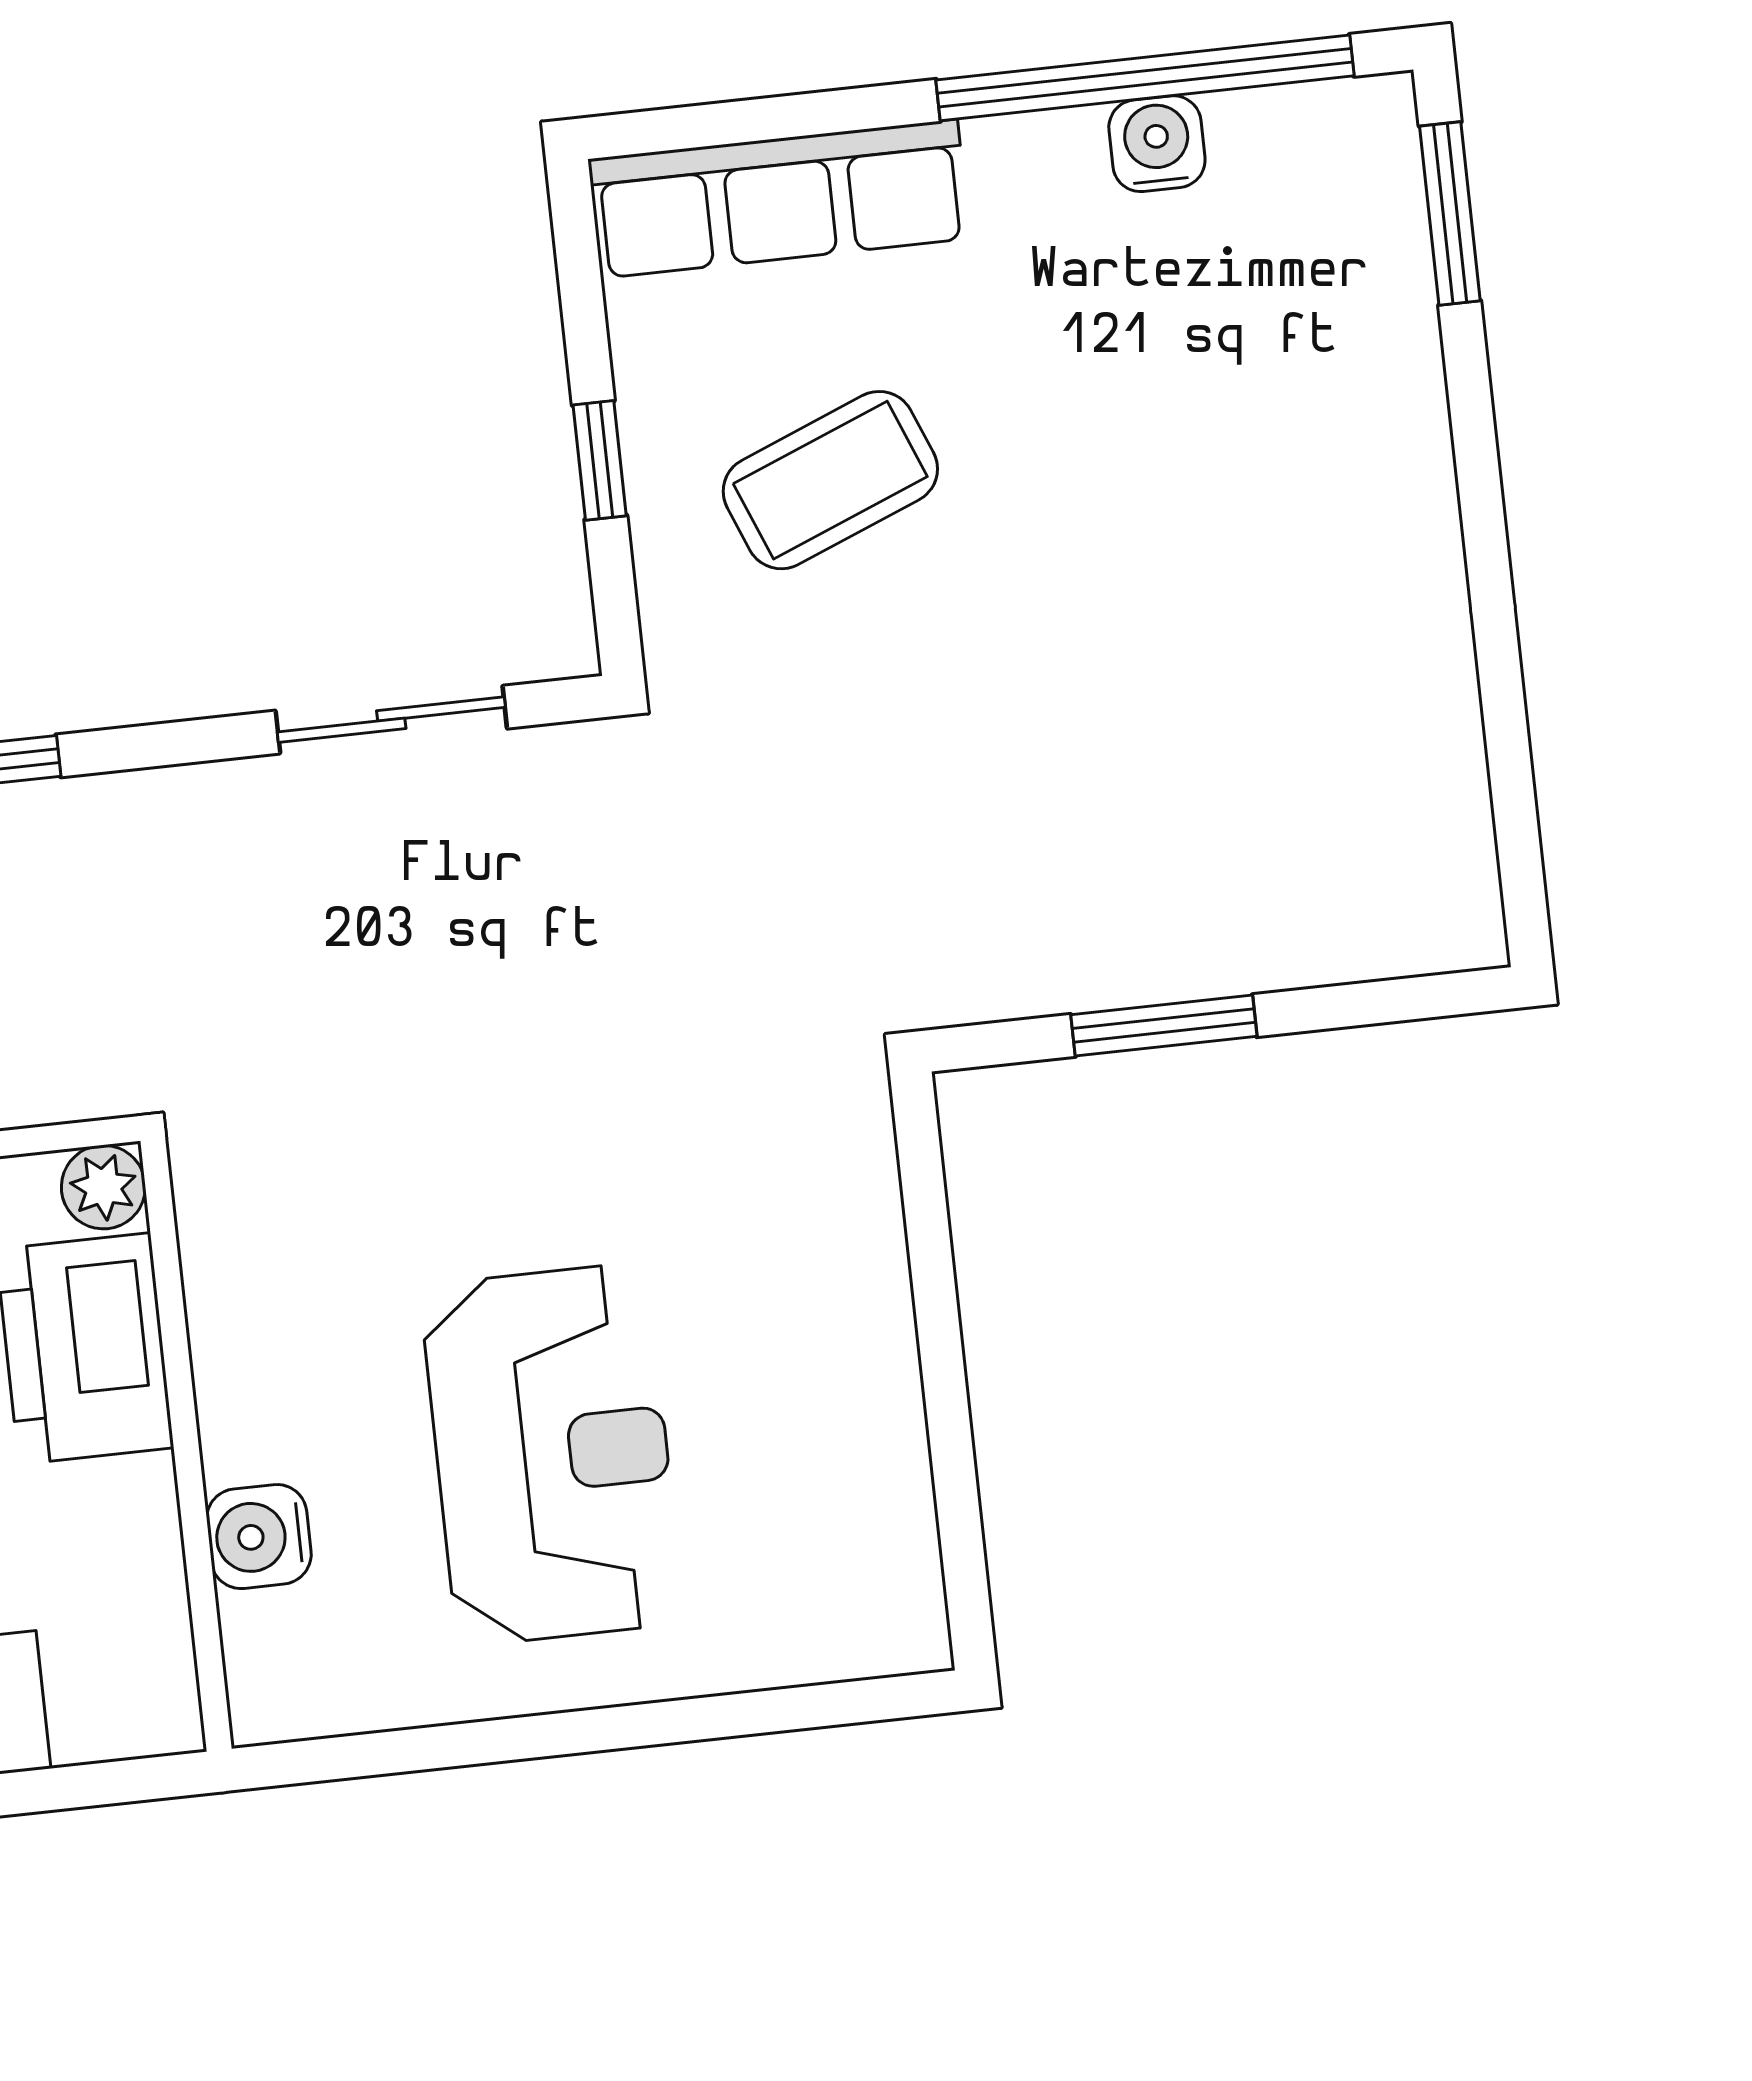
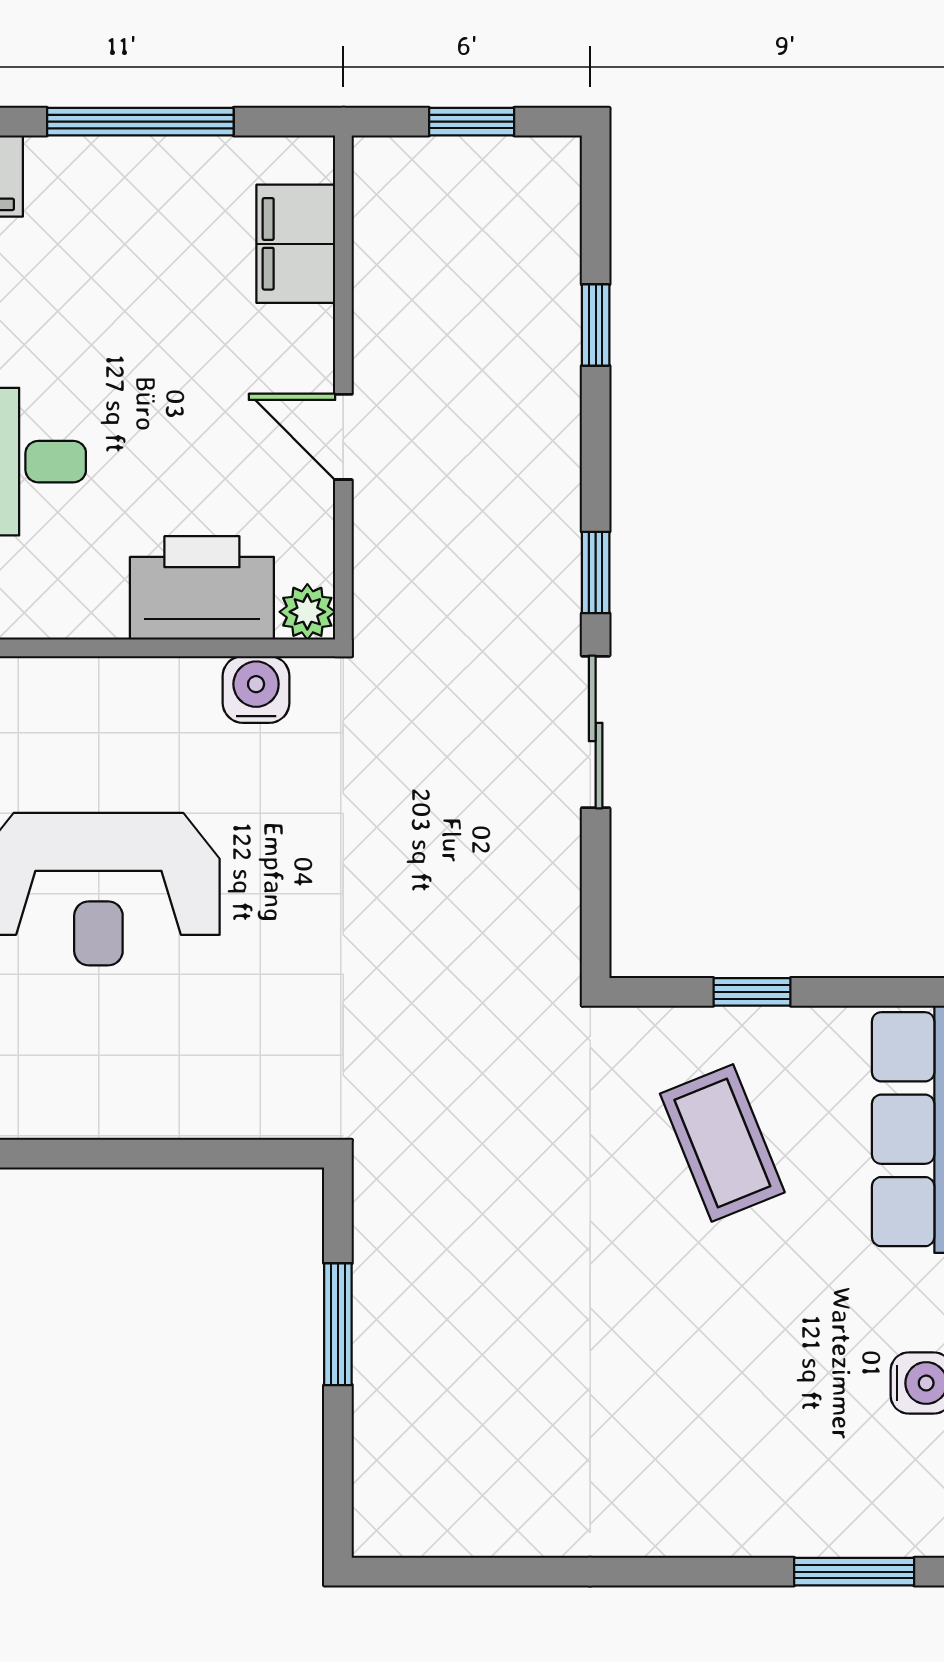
sliding door: (391, 720) -> (596, 732), moved
water cooler: (259, 1537) -> (256, 689), moved

